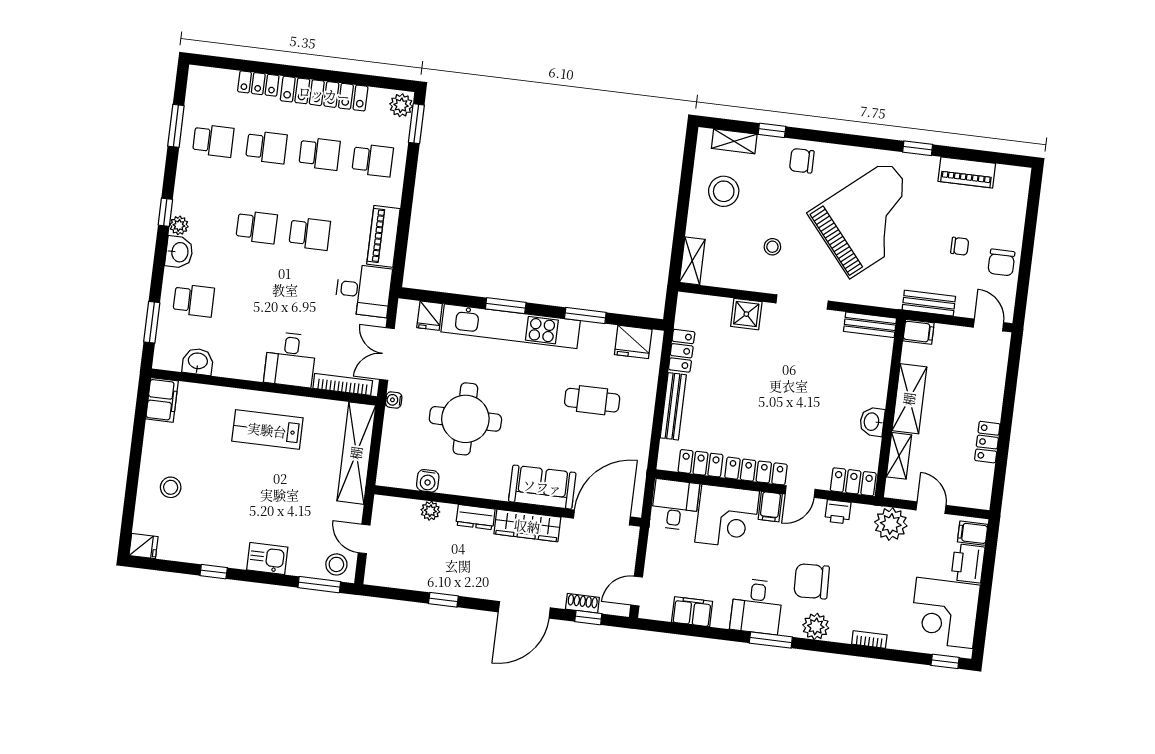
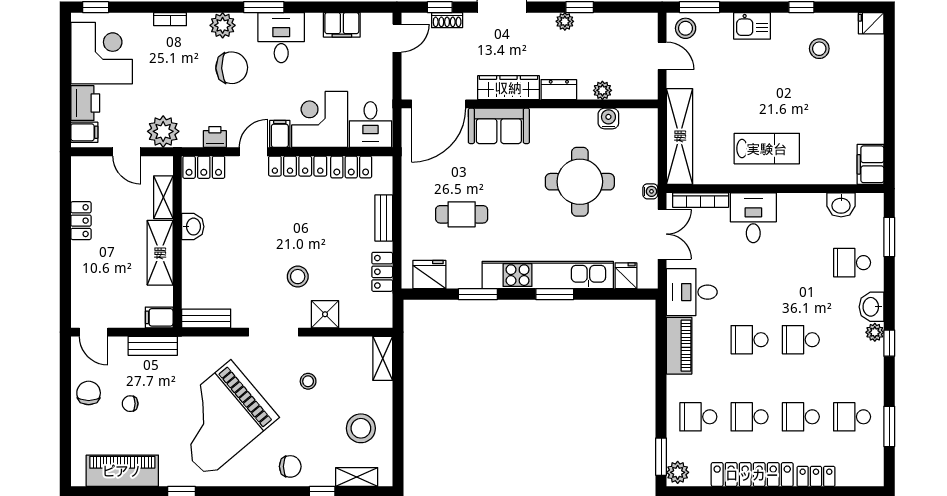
piano: (967, 172) -> (122, 471), width x1.37, depth x1.33
stool: (770, 357) -> (298, 277), added
bench: (673, 406) -> (384, 218), width x0.73
stool: (171, 487) -> (819, 49), moved
plant: (461, 587) -> (565, 21), added

